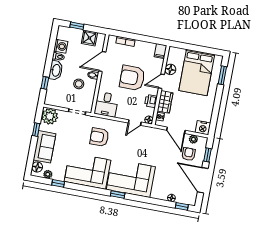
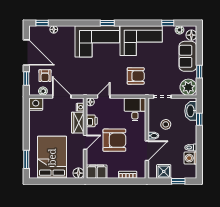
filing cabinet: (161, 51) -> (97, 172), width x2.00
floor lamp: (170, 69) -> (78, 173), moved
washbasin: (56, 70) -> (191, 111), moved

